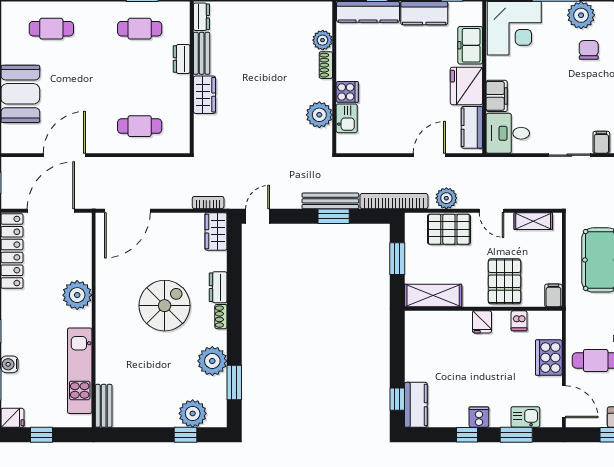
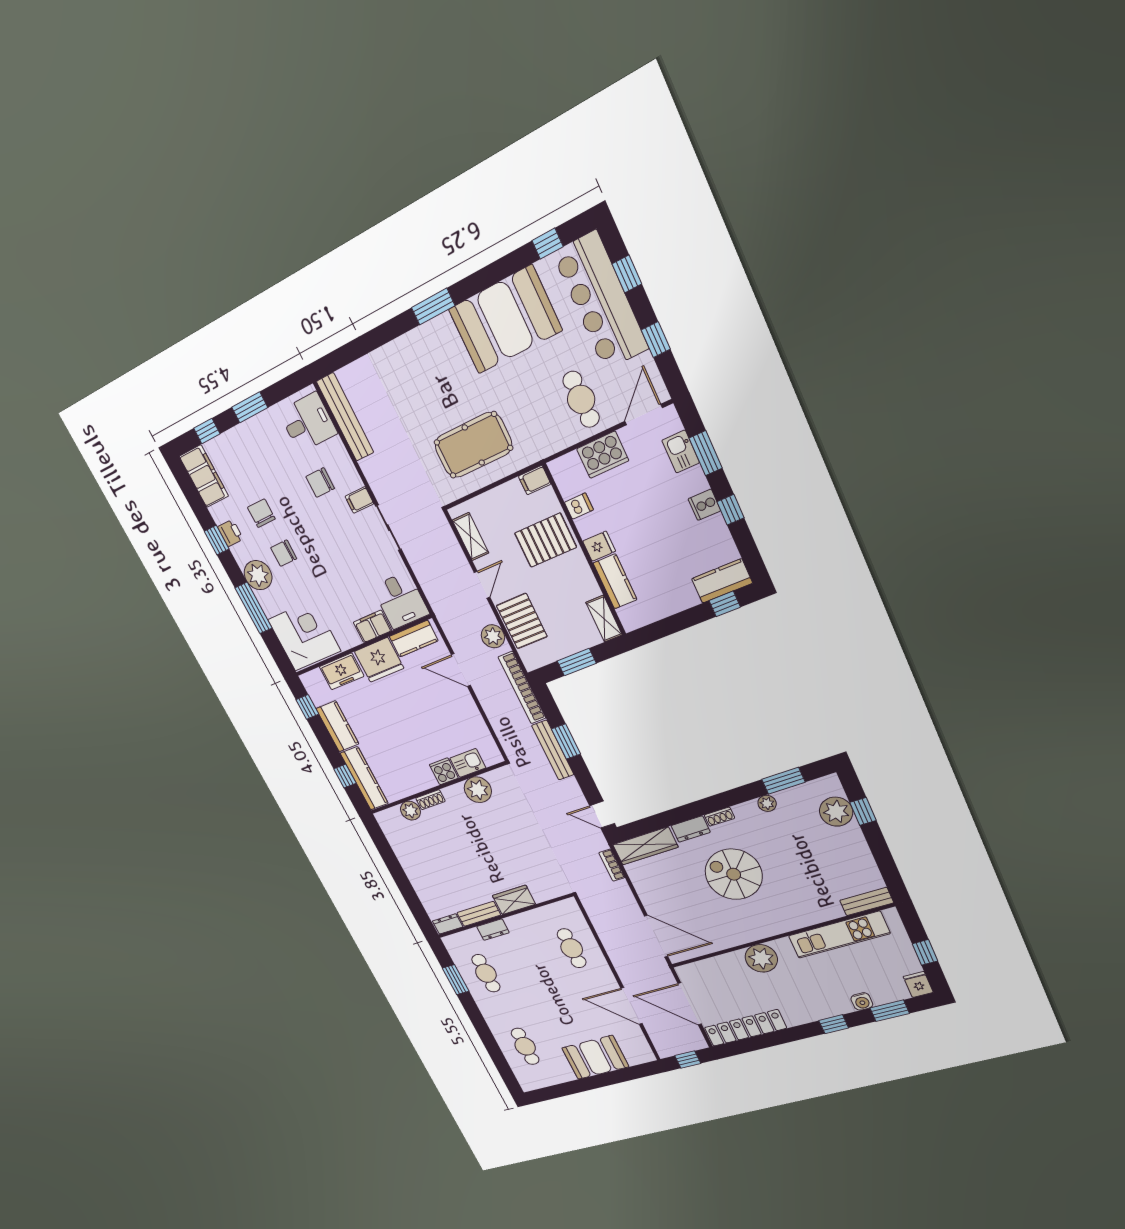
wardrobe: (216, 231) -> (645, 846), width x1.50
shelving: (433, 296) -> (604, 619), width x0.67, depth x0.75
kitchen counter: (450, 321) -> (615, 581), added
plant: (212, 361) -> (767, 803), width x0.53, depth x0.53

